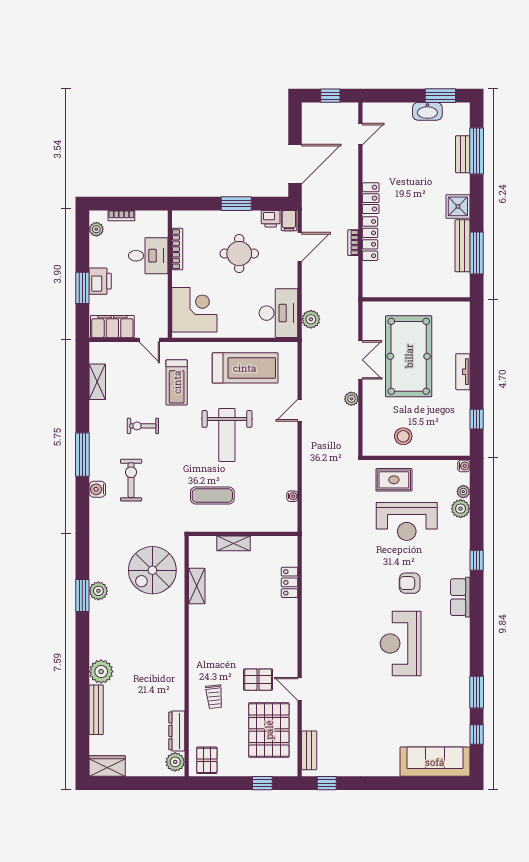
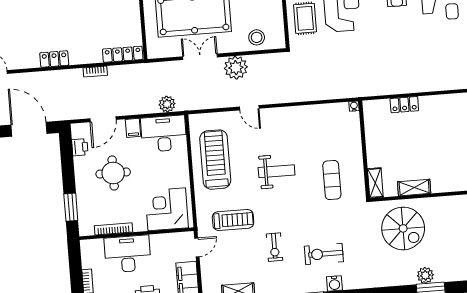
window: (236, 204) -> (71, 207), moved
filing cabinet: (289, 221) -> (133, 128), moved, turned 90
locker: (370, 239) -> (123, 54), moved
door: (300, 247) -> (103, 119), swing flipped
desk: (148, 256) -> (128, 254), width x1.37
plant: (351, 399) -> (236, 68), width x1.87, depth x1.87
weight bench: (227, 435) -> (277, 171), width x0.73, depth x0.75
stool: (403, 436) -> (257, 37), moved
water cooler: (292, 496) -> (354, 106), moved
shelving: (234, 543) -> (375, 183), moved

